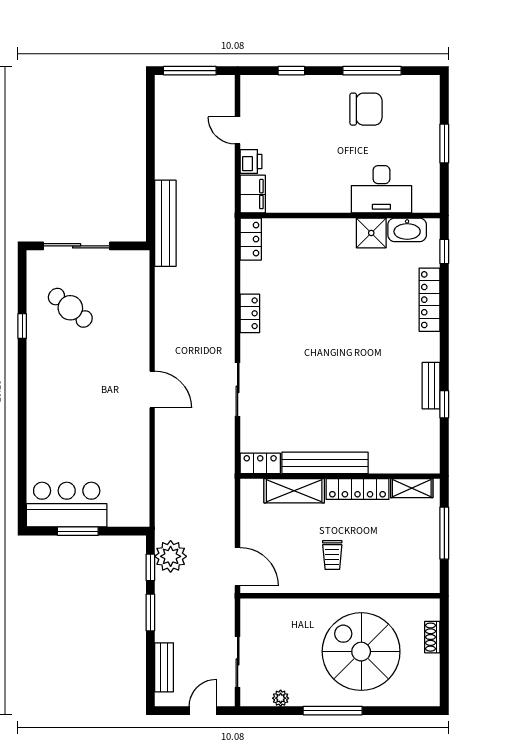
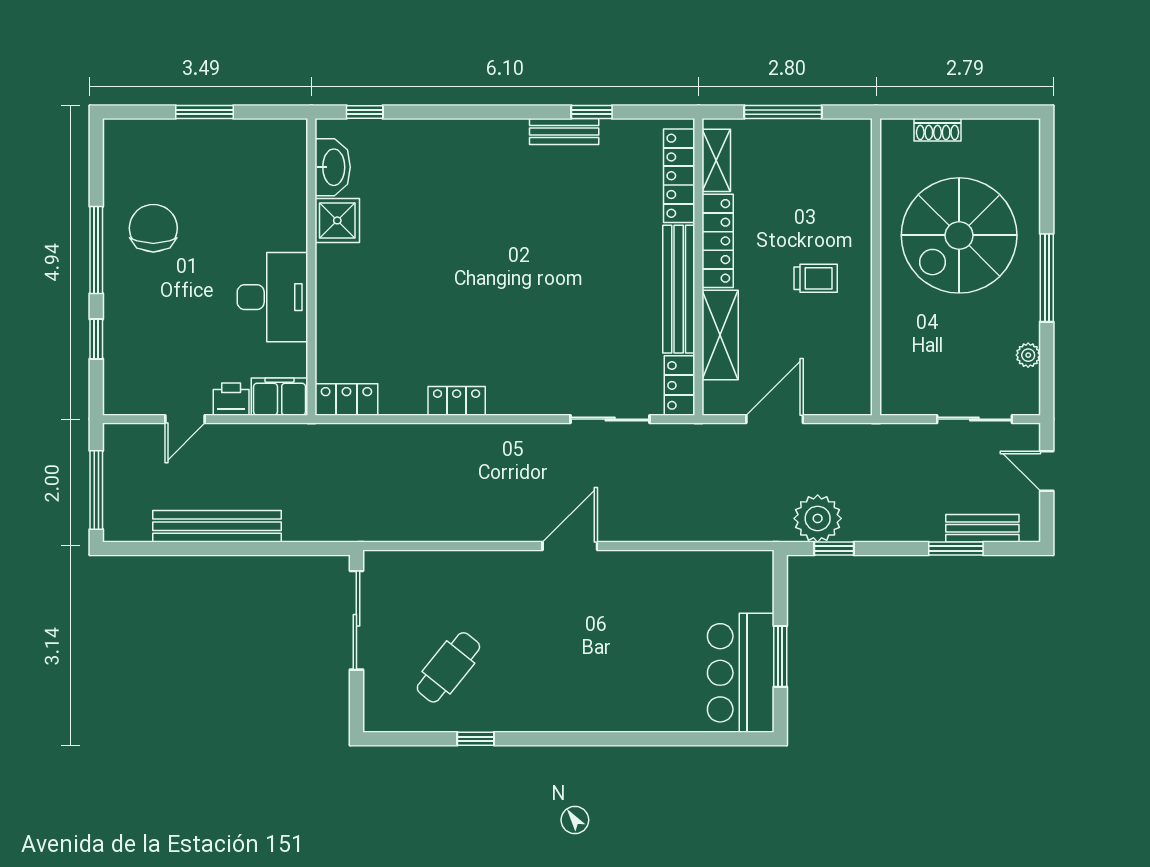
window: (372, 71) -> (96, 250), moved
desk: (381, 189) -> (272, 297), moved
bench: (165, 223) -> (217, 526), moved
sliding door: (77, 246) -> (356, 620), moved
locker: (430, 300) -> (679, 176), moved, turned 90
sliding door: (238, 389) -> (610, 419), moved
door: (238, 567) -> (775, 419), moved
window: (150, 613) -> (956, 548), moved

